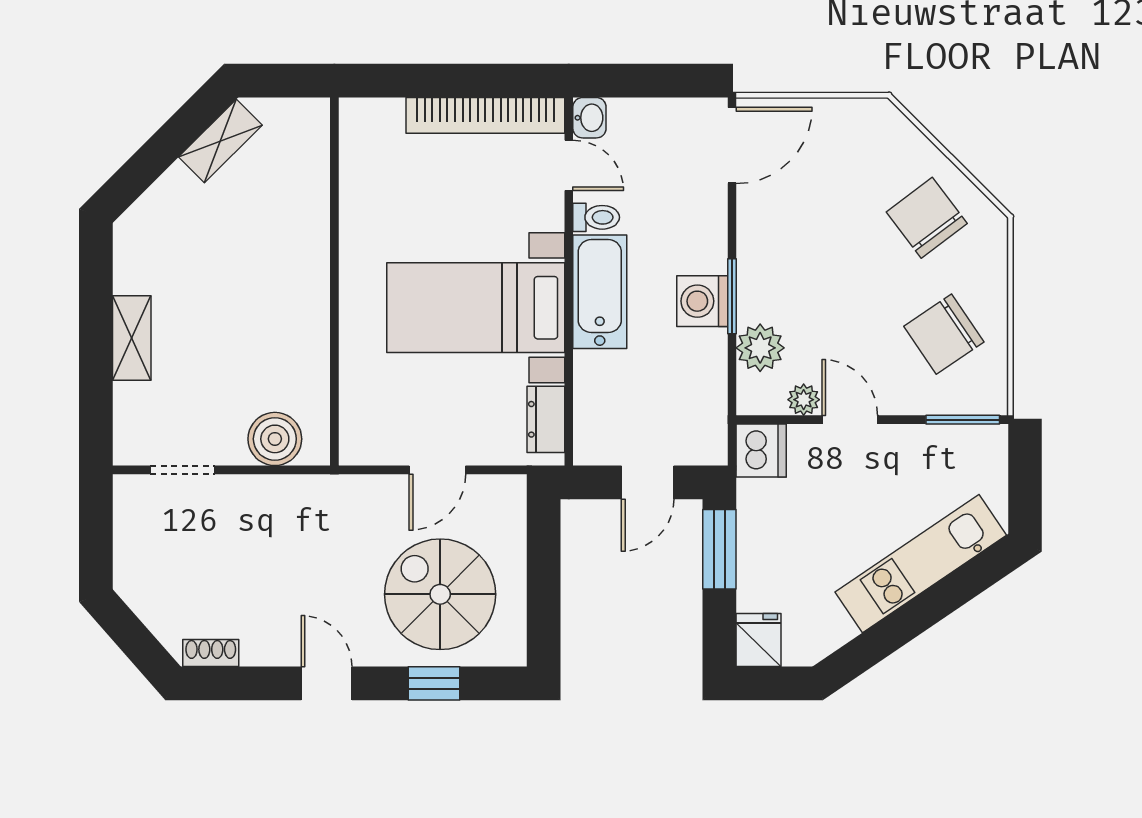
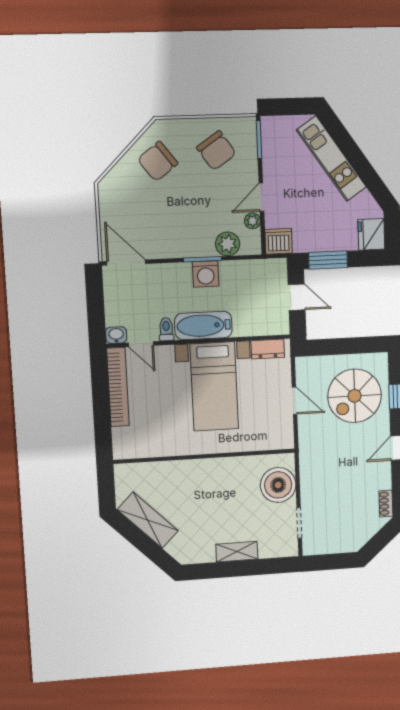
shelving: (220, 141) -> (148, 520), width x1.50, depth x1.33
door: (569, 165) -> (141, 344), swing flipped
boiler: (275, 439) -> (278, 485), width x1.37, depth x1.37
fridge: (759, 640) -> (371, 234), width x1.38

